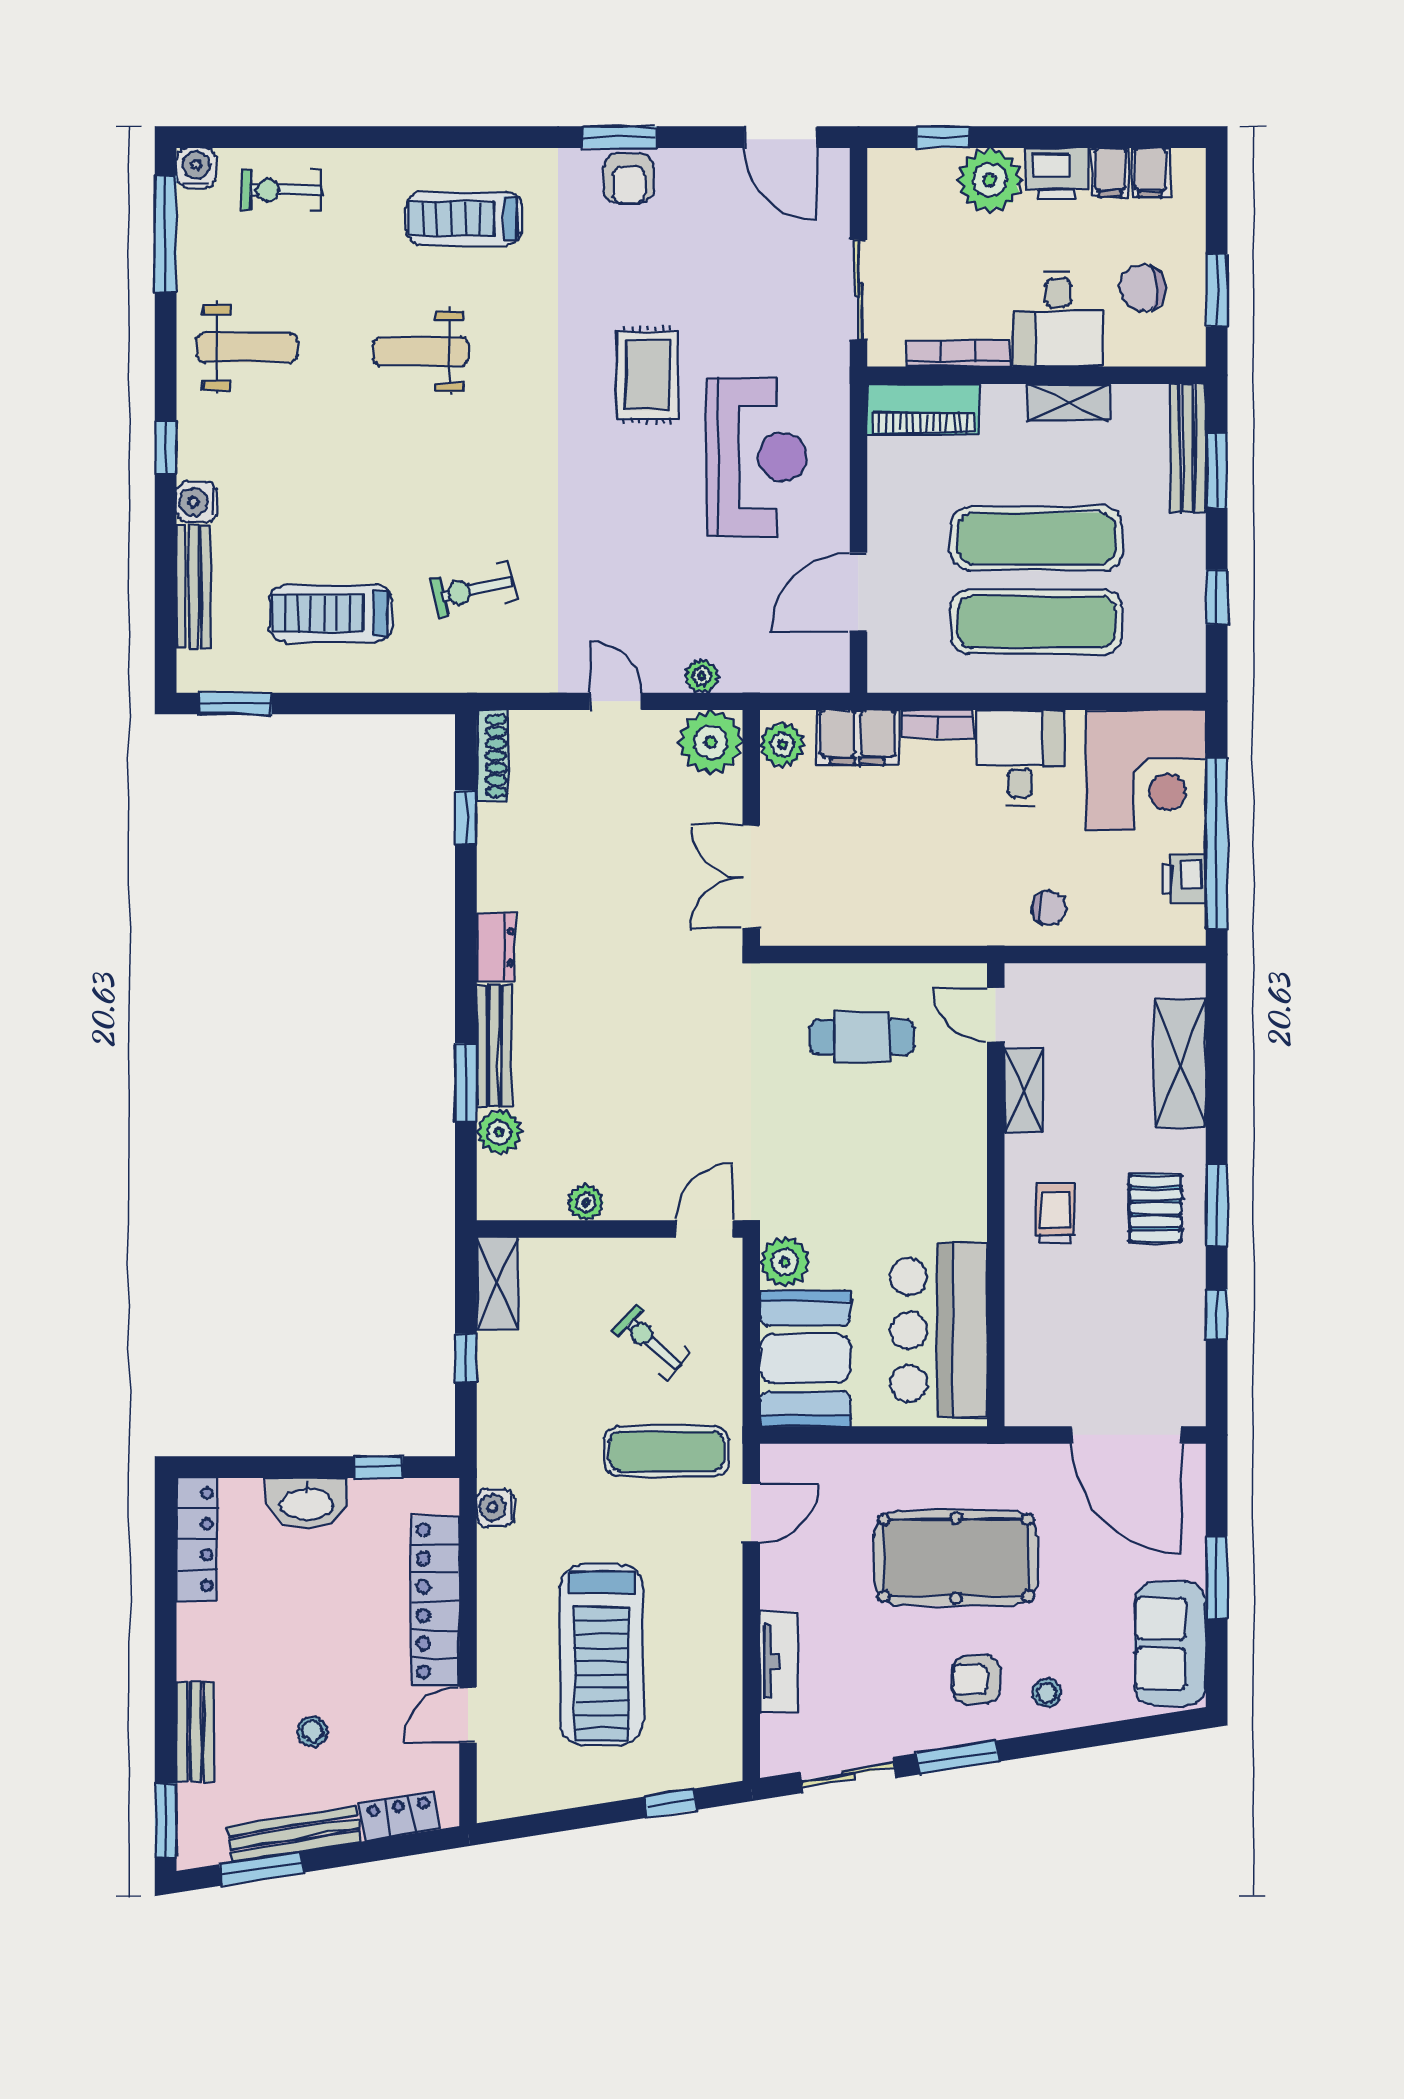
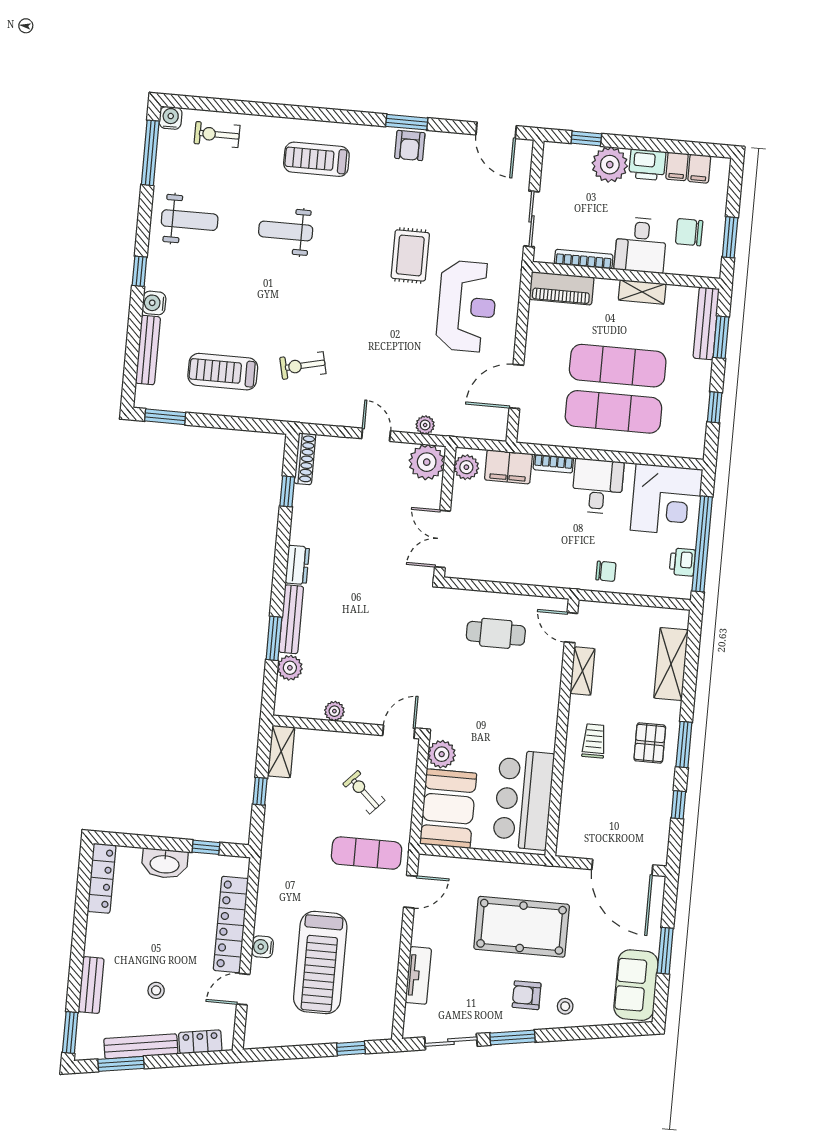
water cooler: (496, 1508) -> (262, 947), moved

